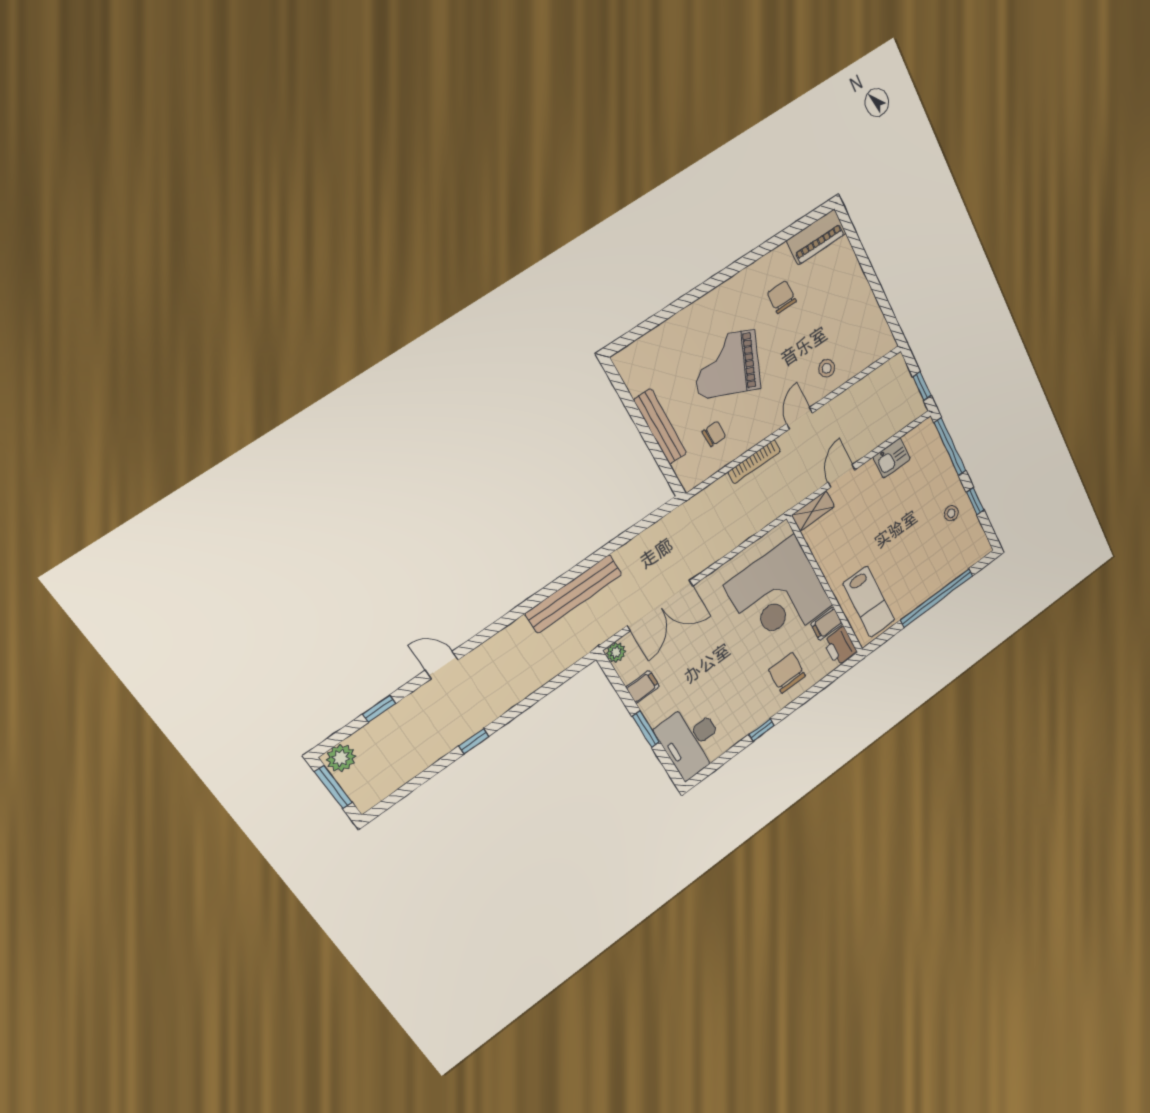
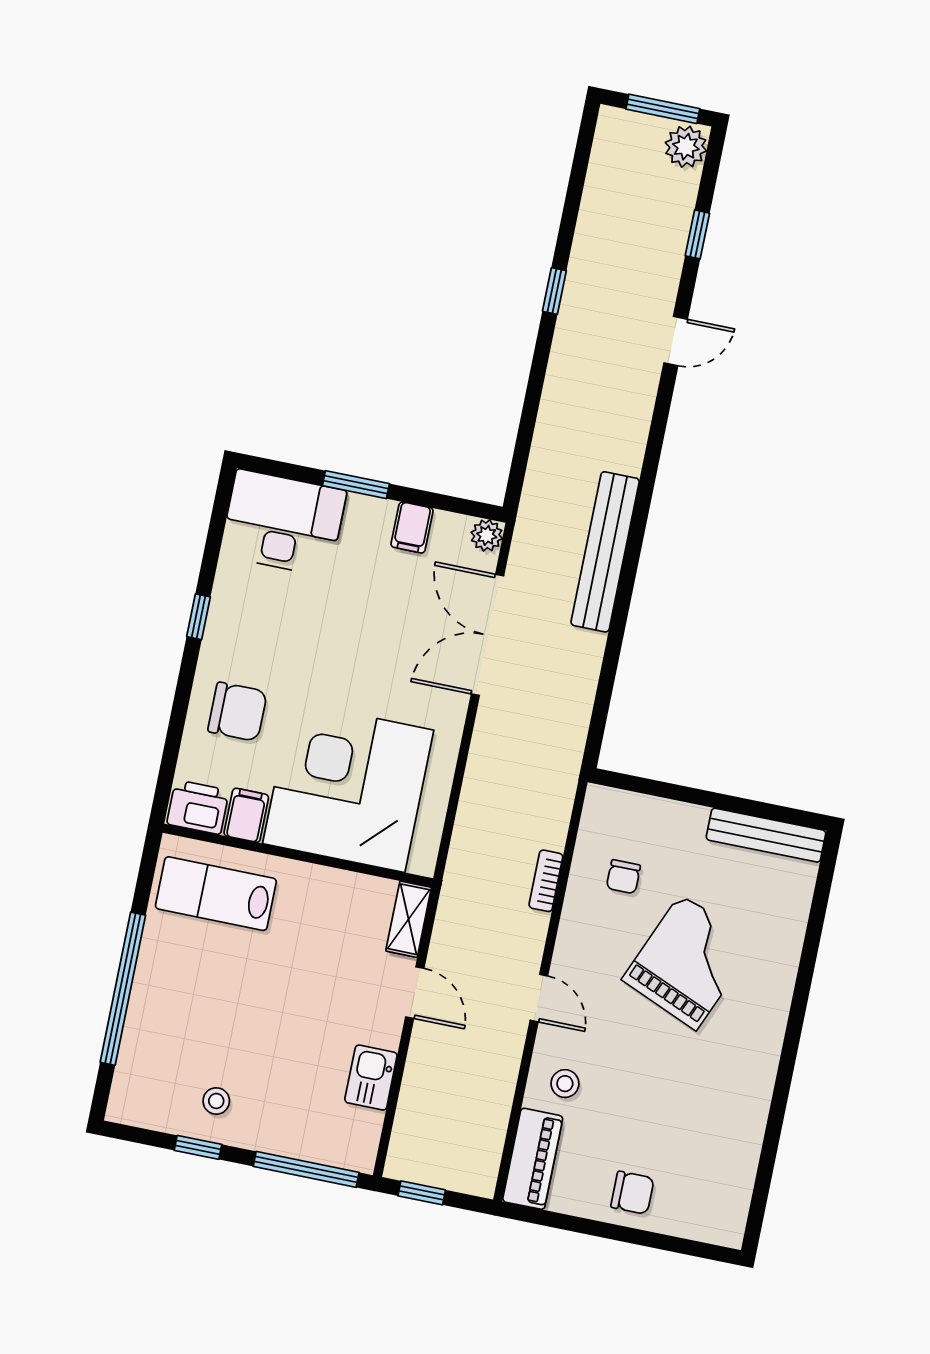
piano: (816, 237) -> (533, 1159), moved, turned 180
chair: (782, 297) -> (632, 1193), moved
bench: (660, 427) -> (766, 835), moved
bookcase: (754, 462) -> (546, 881), width x0.64

